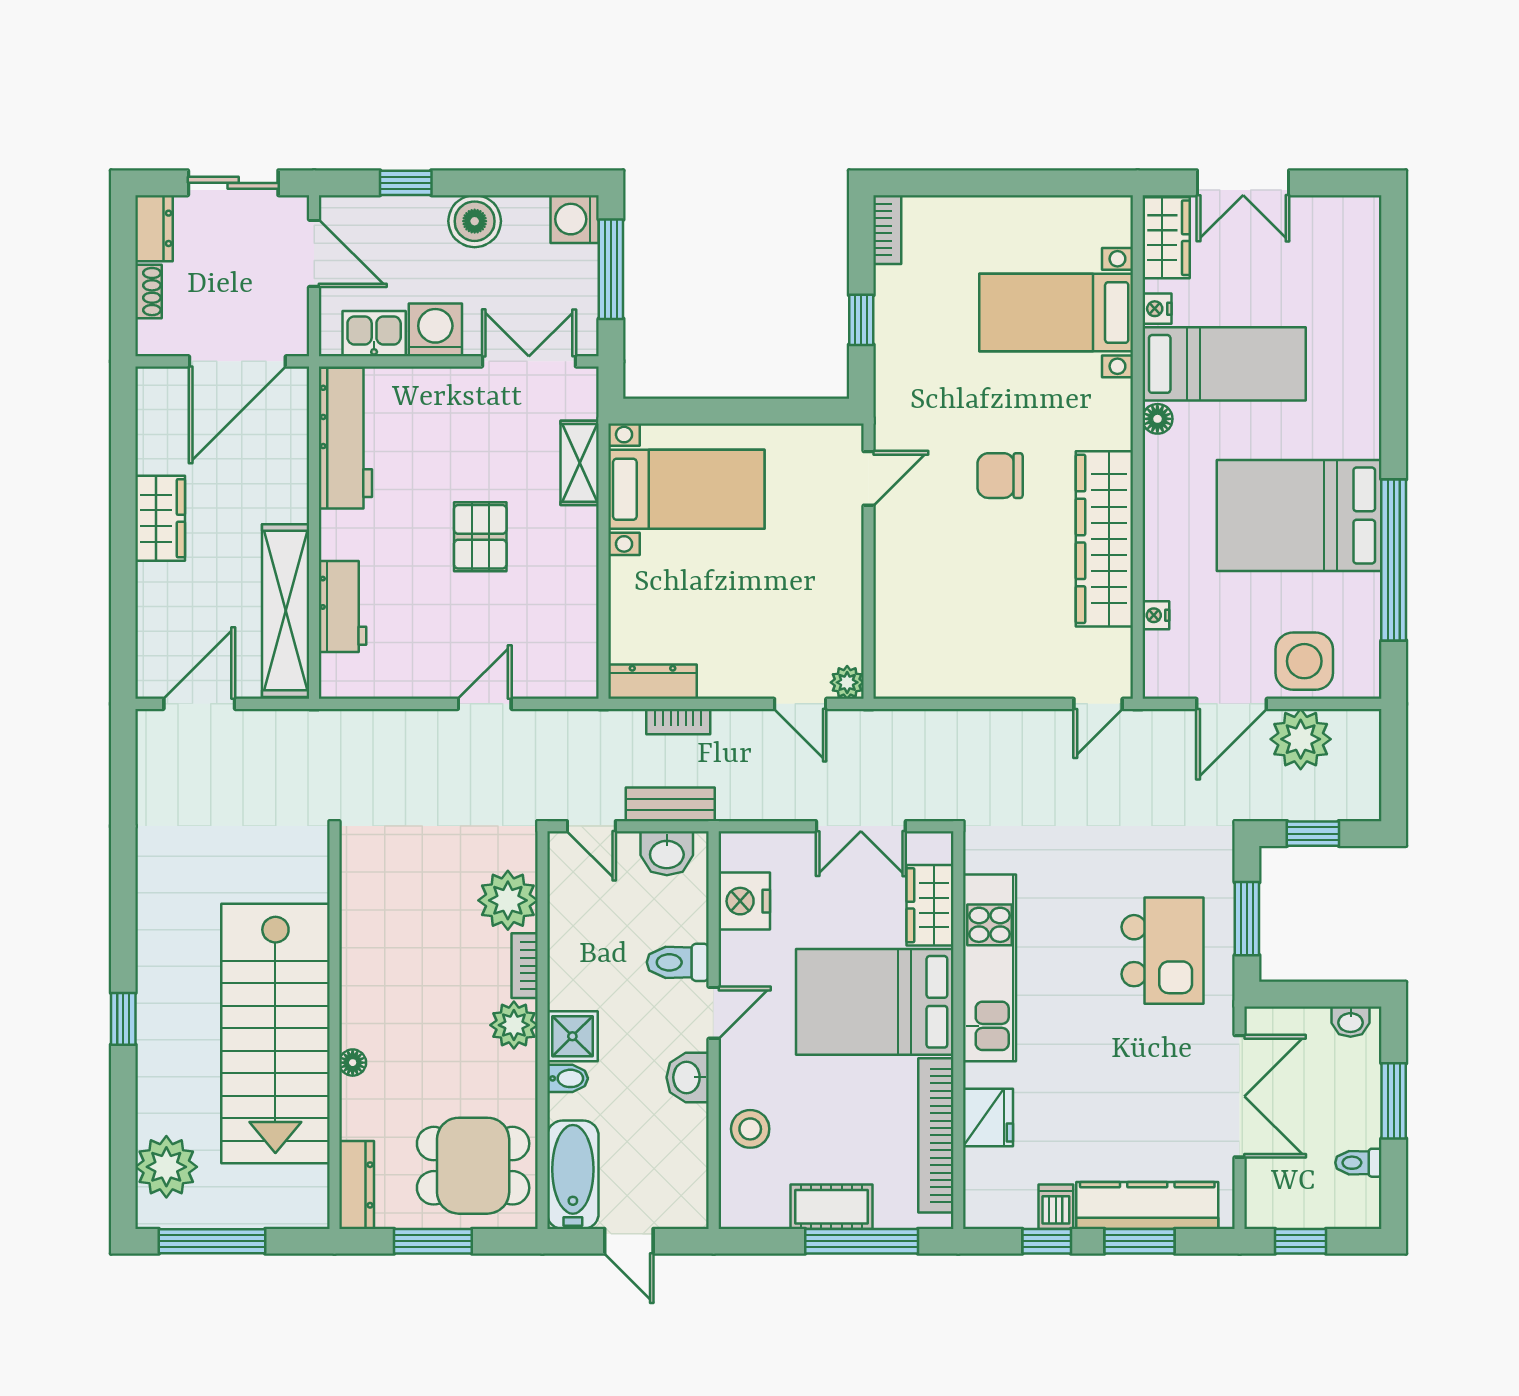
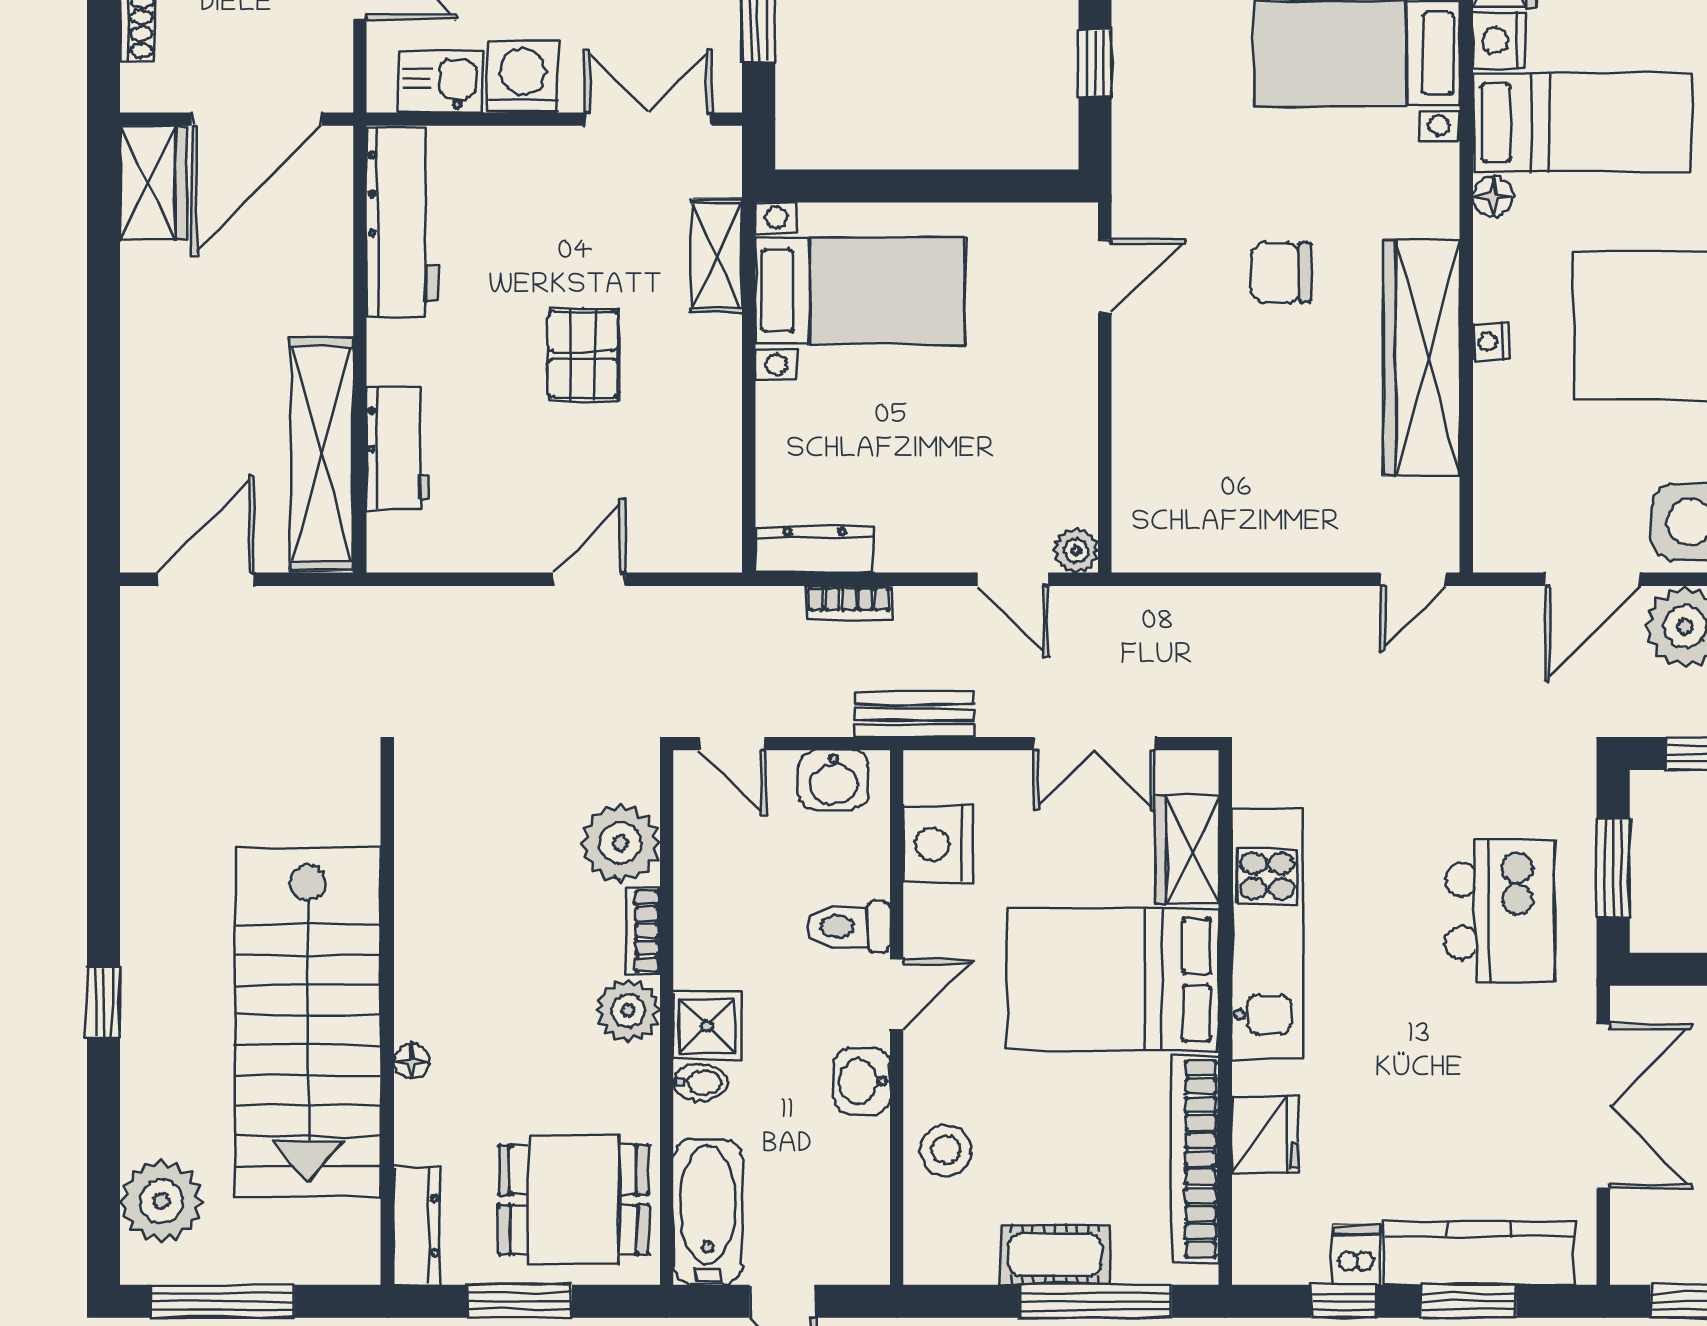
nightstand: (1157, 309) -> (1499, 40), width x1.39, depth x1.35
wardrobe: (160, 518) -> (153, 183), moved
nightstand: (1156, 615) -> (1491, 342), moved
bench: (670, 804) -> (914, 714), moved

